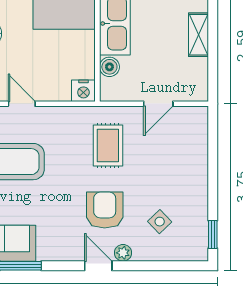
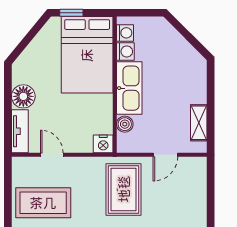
shelving: (199, 35) -> (199, 123), moved
rug: (108, 146) -> (124, 189), width x1.36, depth x1.43

